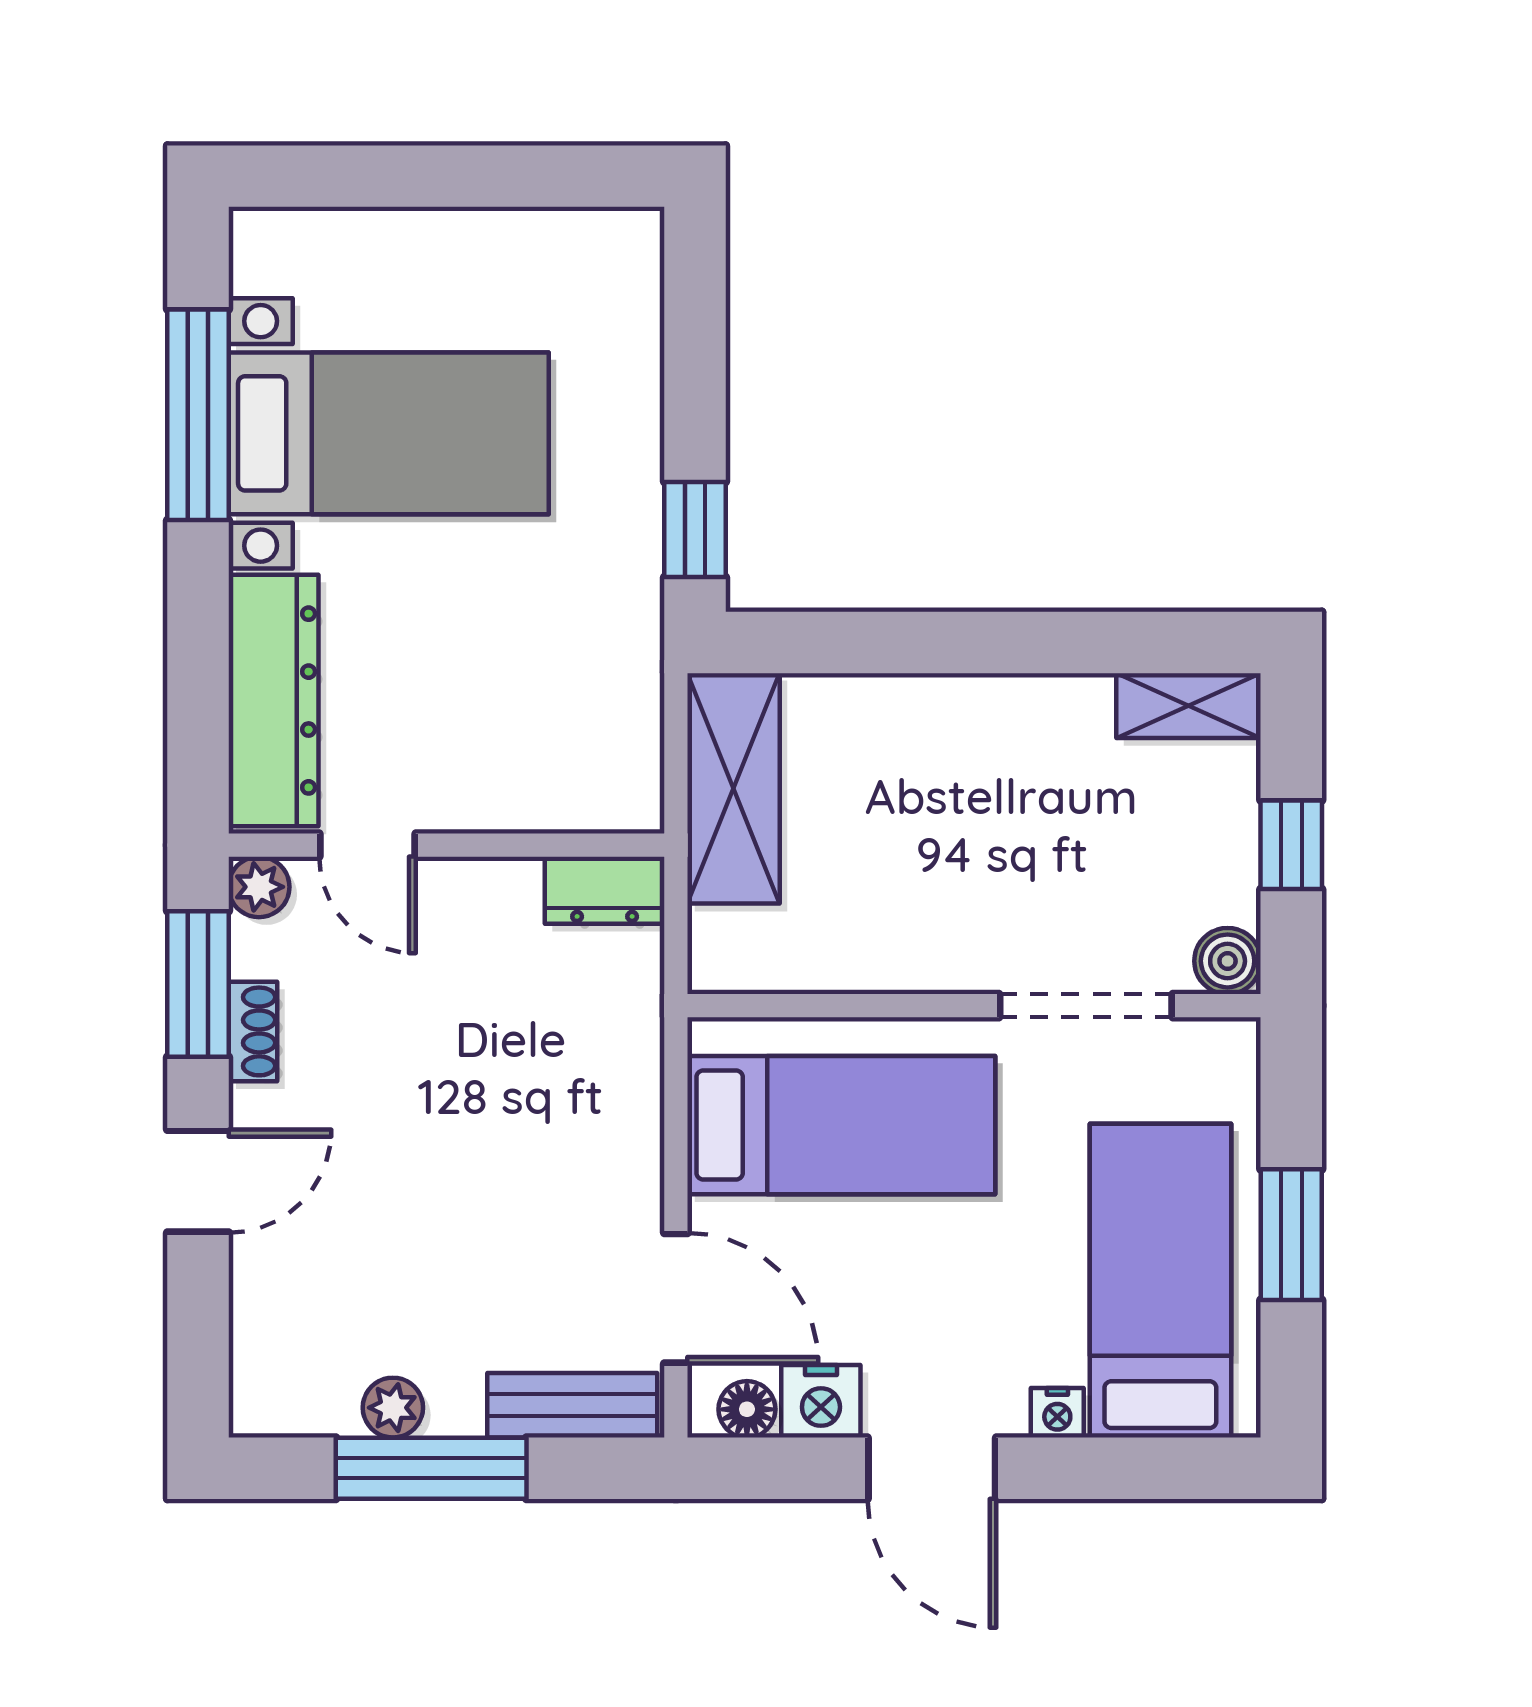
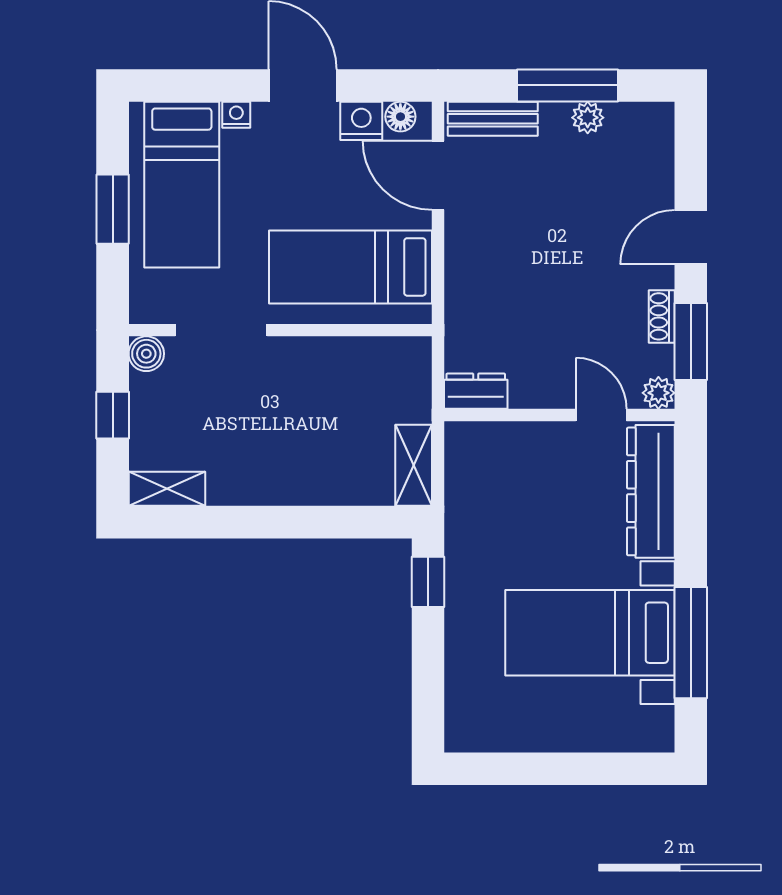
shelving: (733, 788) -> (414, 465), width x0.67, depth x0.75

